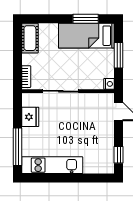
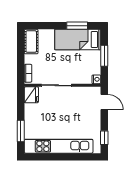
fridge: (30, 117) -> (31, 95), moved
window: (17, 147) -> (21, 131), width x0.69
kitchen unit: (52, 165) -> (59, 146), width x1.36

